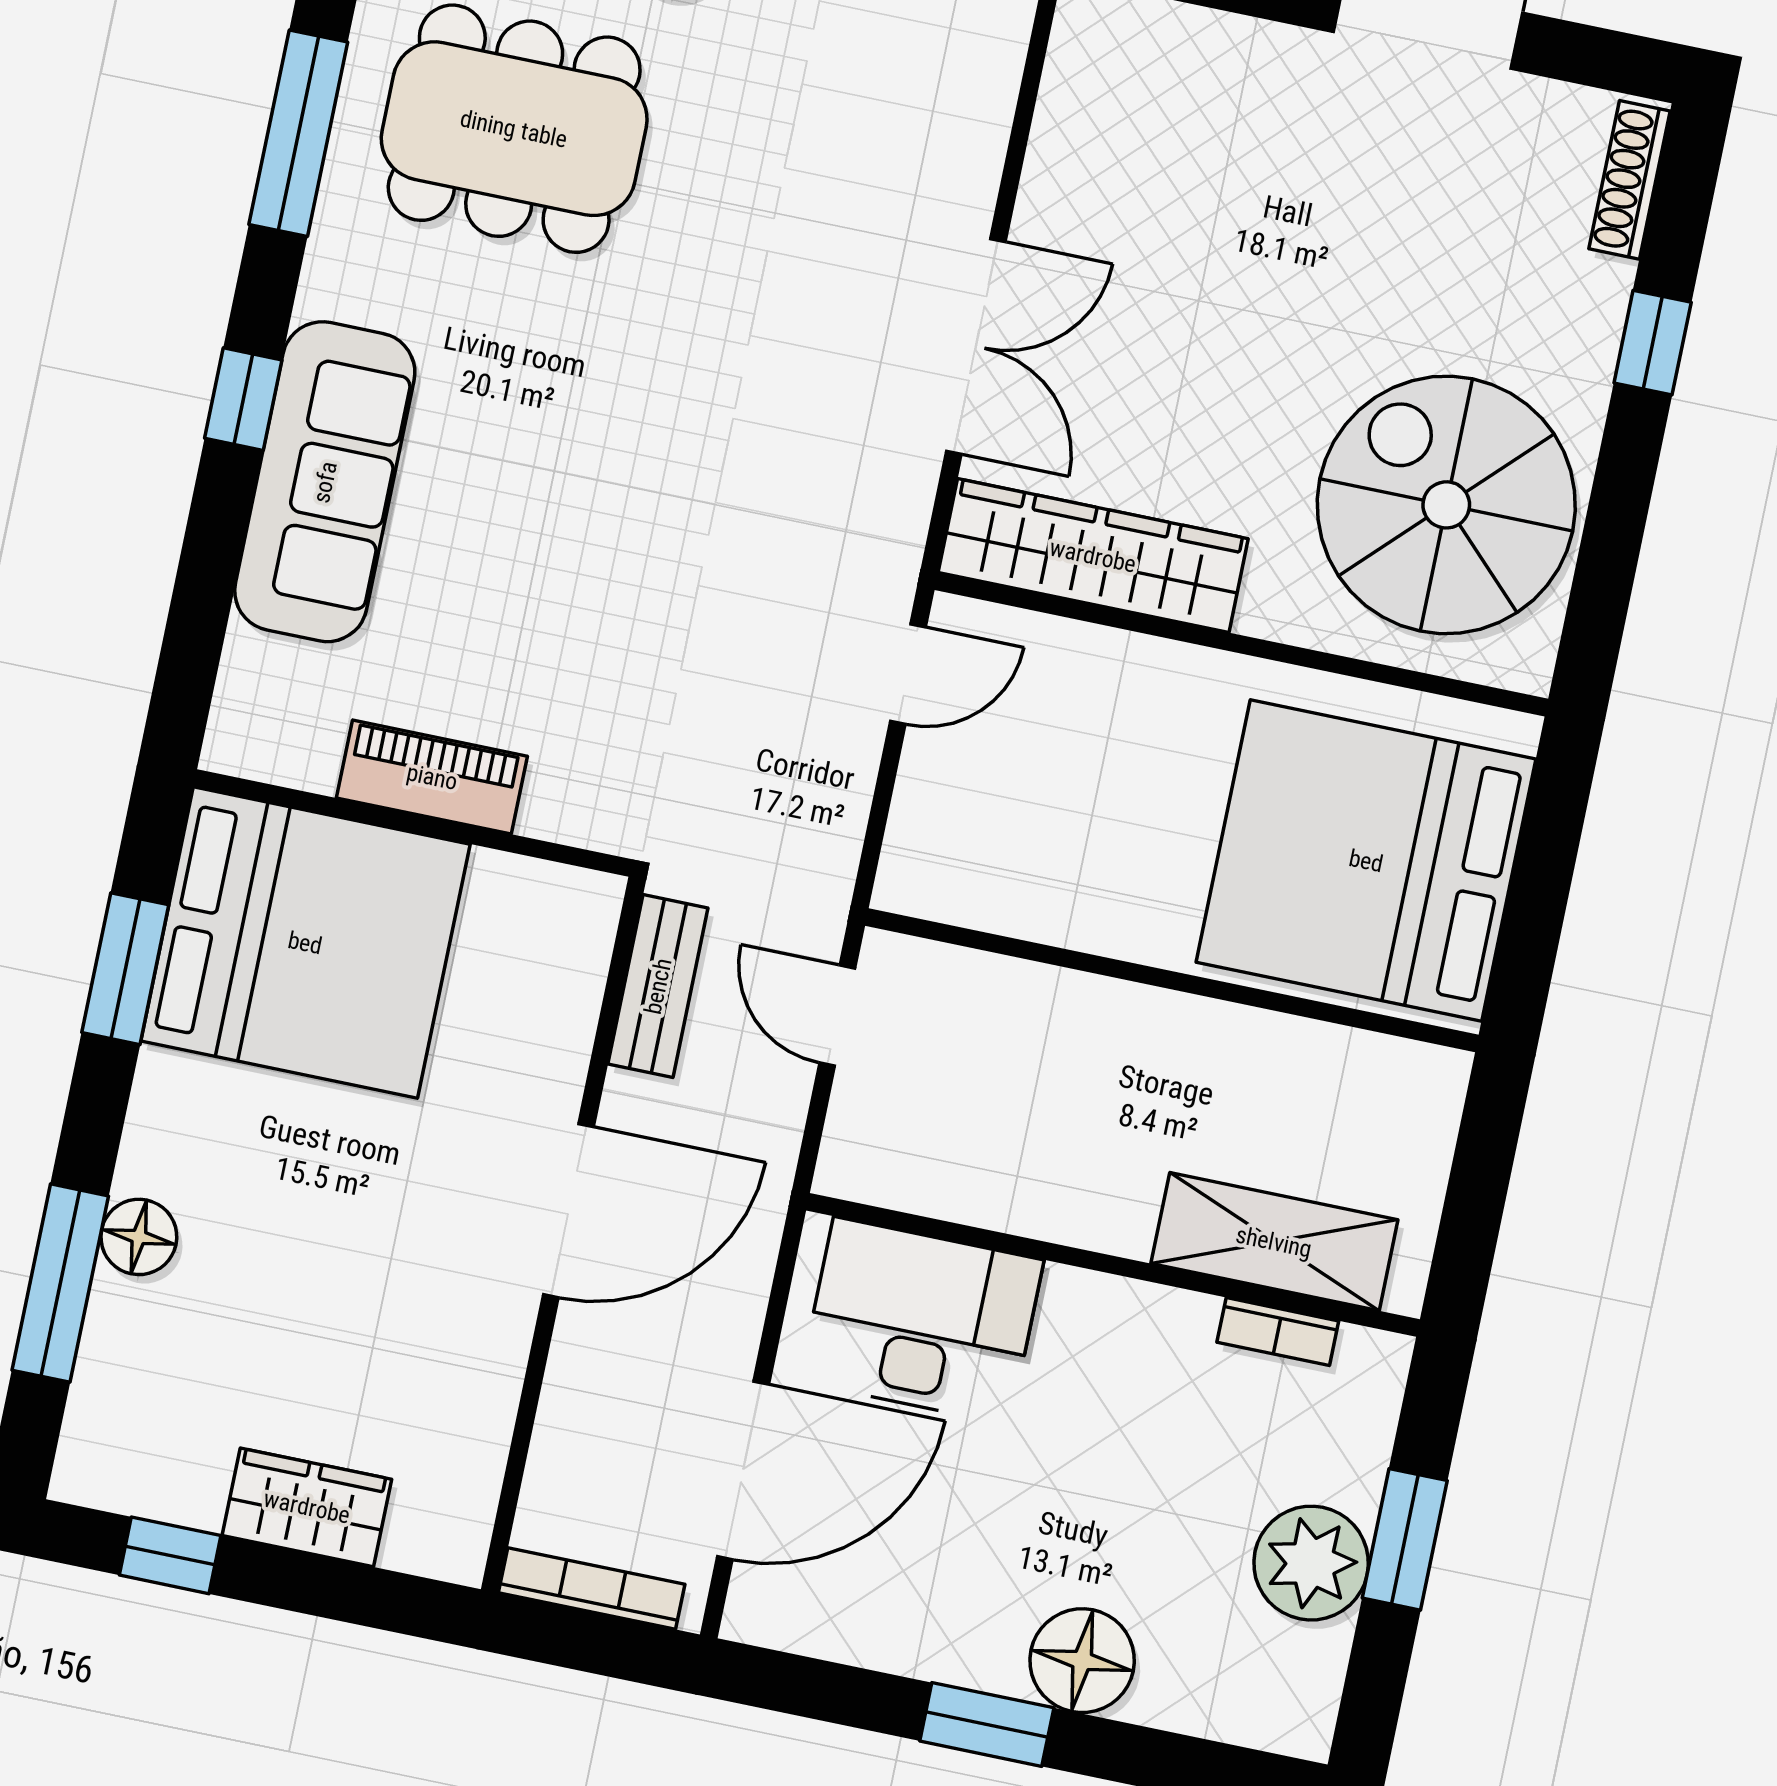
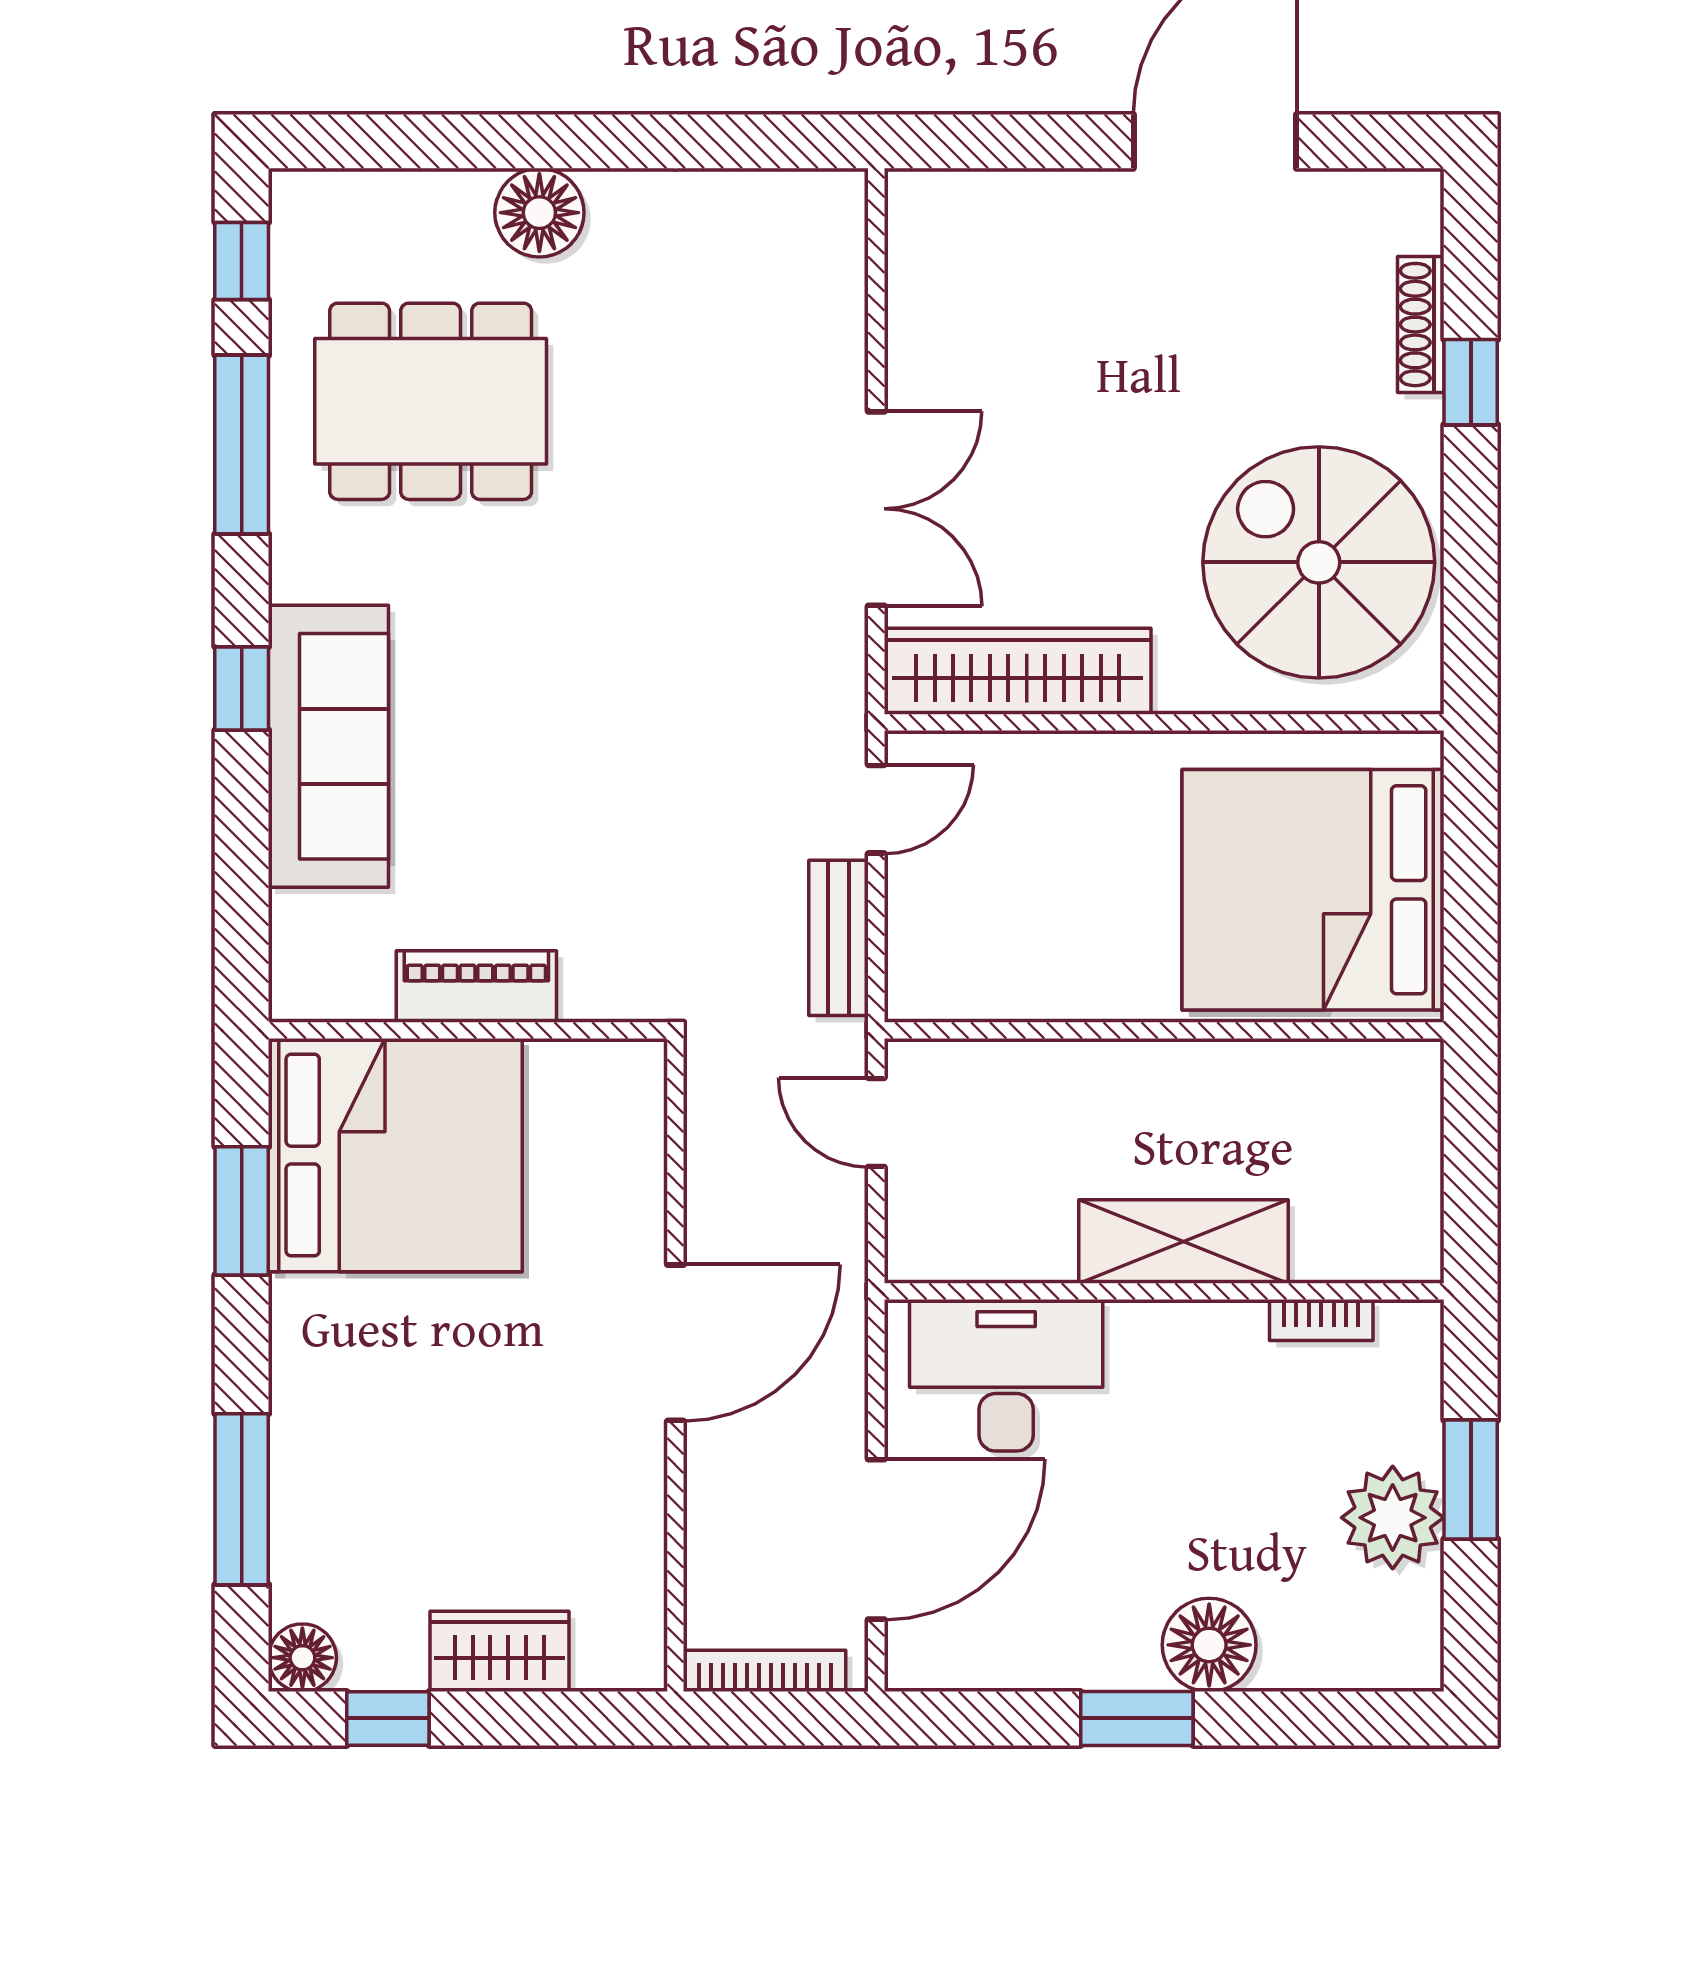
shoe rack: (1629, 180) -> (1421, 325), moved
bench: (658, 986) -> (839, 938), moved
floor lamp: (139, 1237) -> (302, 1658), moved
shelving: (1274, 1242) -> (1184, 1242), moved

